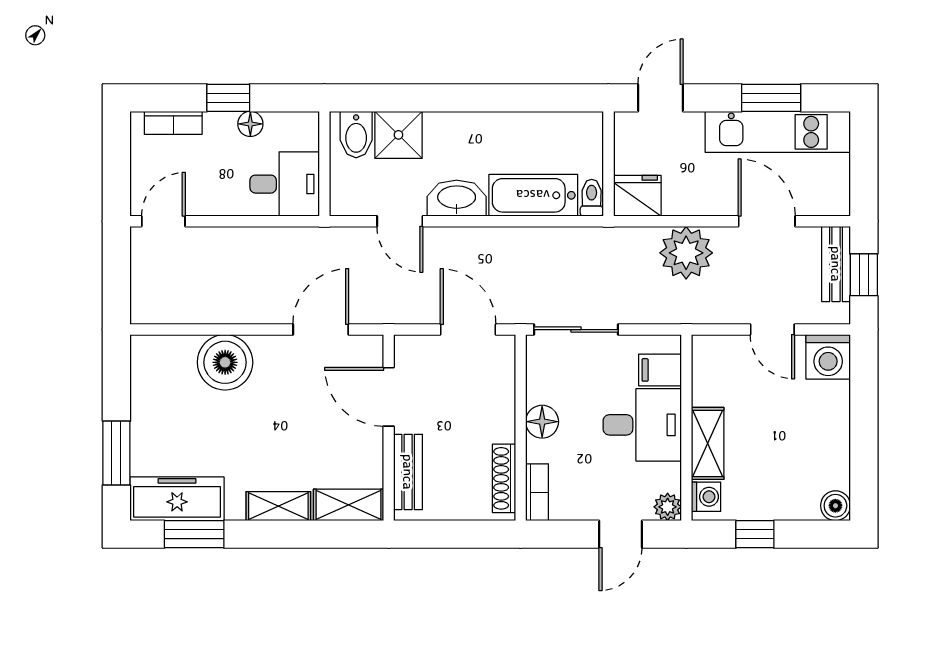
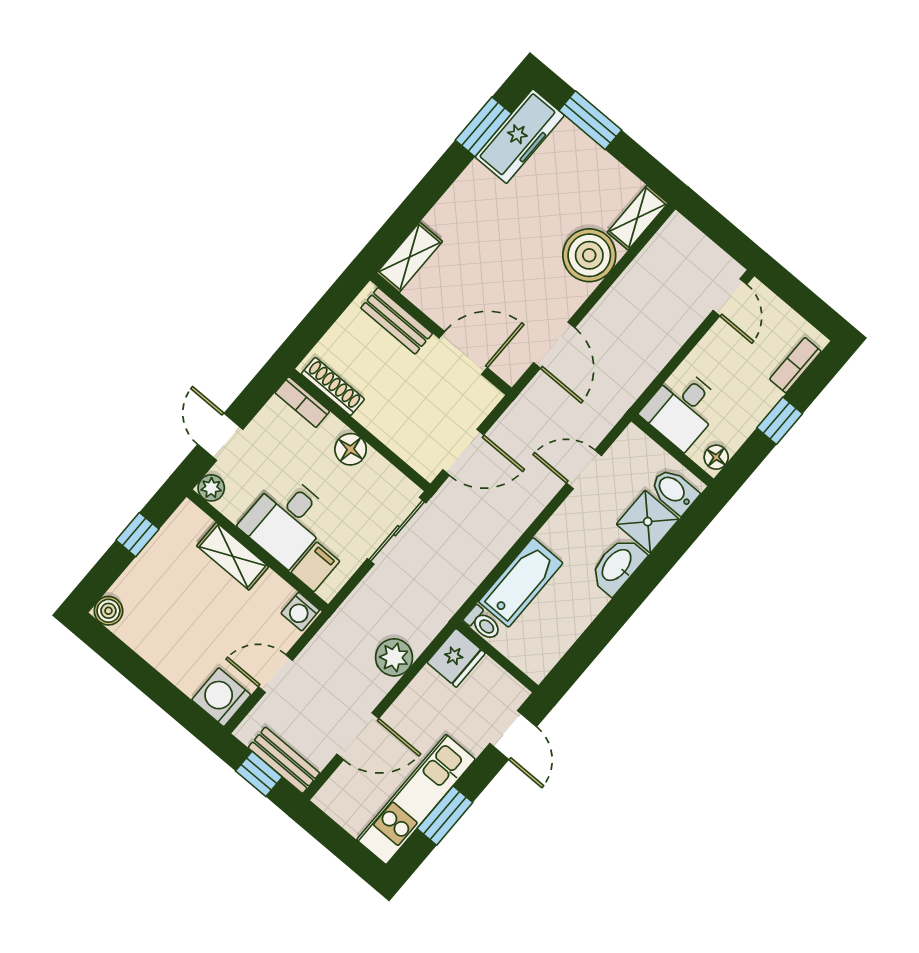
floor lamp: (250, 124) -> (716, 457), moved
washbasin: (457, 198) -> (617, 566), moved, turned 180
plant: (686, 253) -> (394, 657), width x0.73, depth x0.73
washing machine: (706, 497) -> (300, 612), moved
shelving: (278, 506) -> (638, 218), moved

